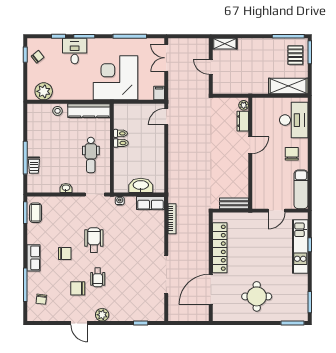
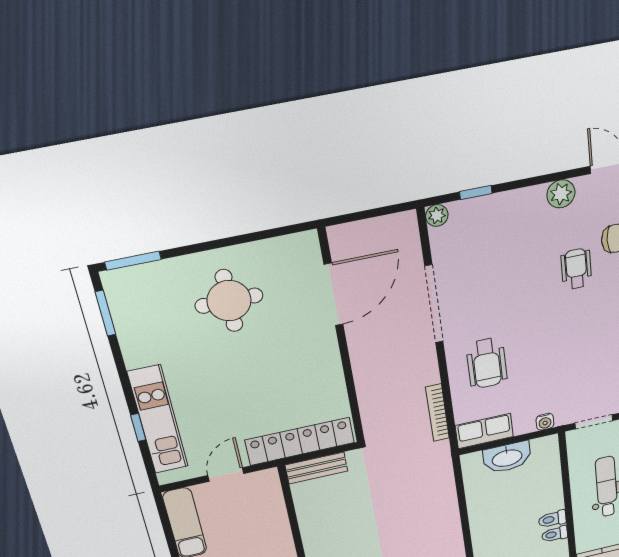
wheelchair: (94, 240) -> (487, 363), moved
locker: (220, 248) -> (300, 441), moved, turned 90
plant: (159, 316) -> (437, 215), added

